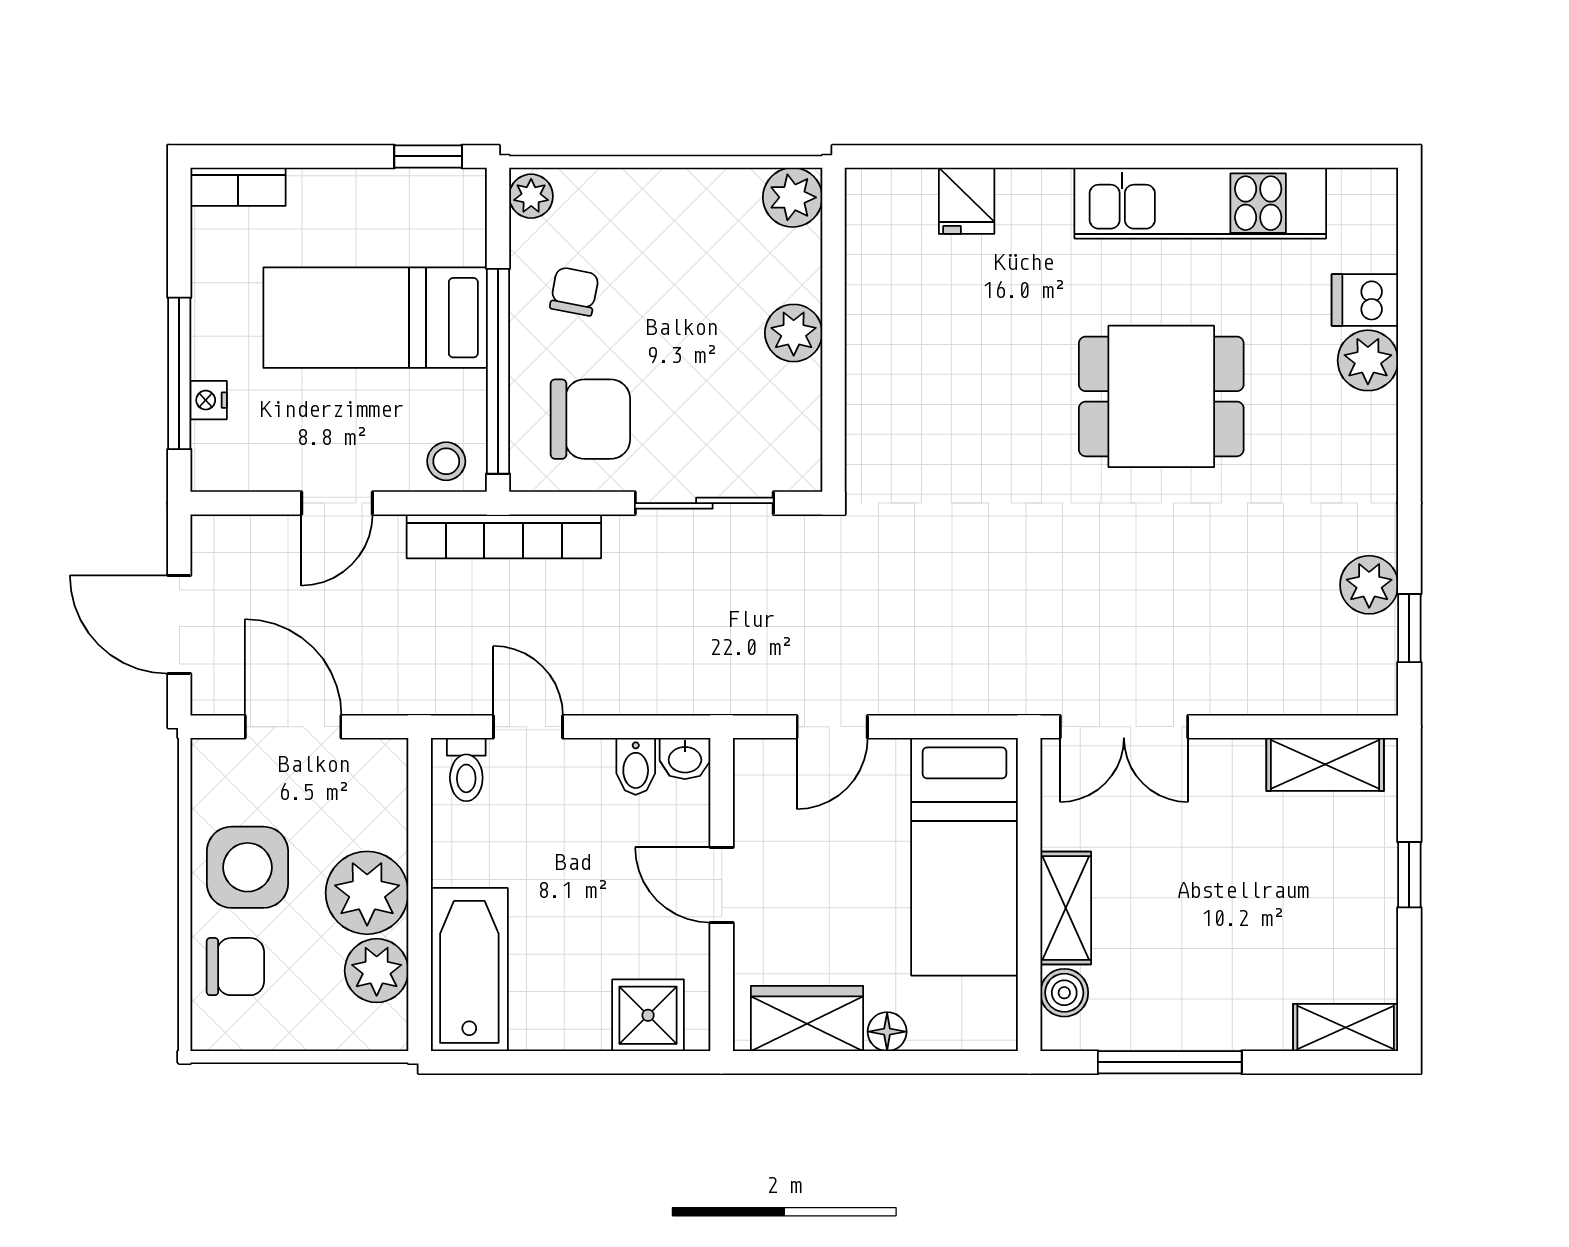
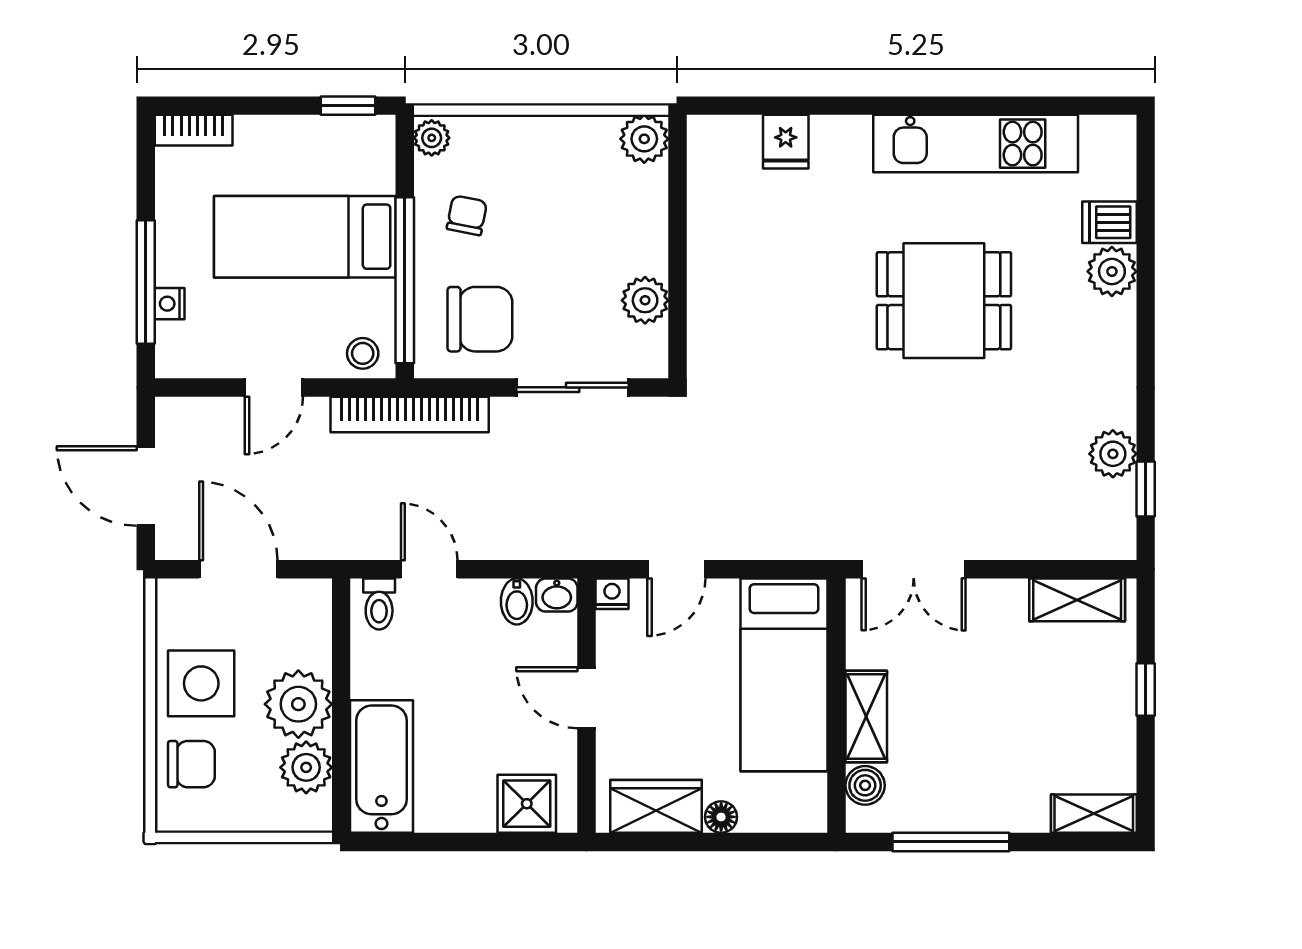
plant: (794, 333) -> (645, 300), moved
nightstand: (753, 757) -> (612, 594), added

